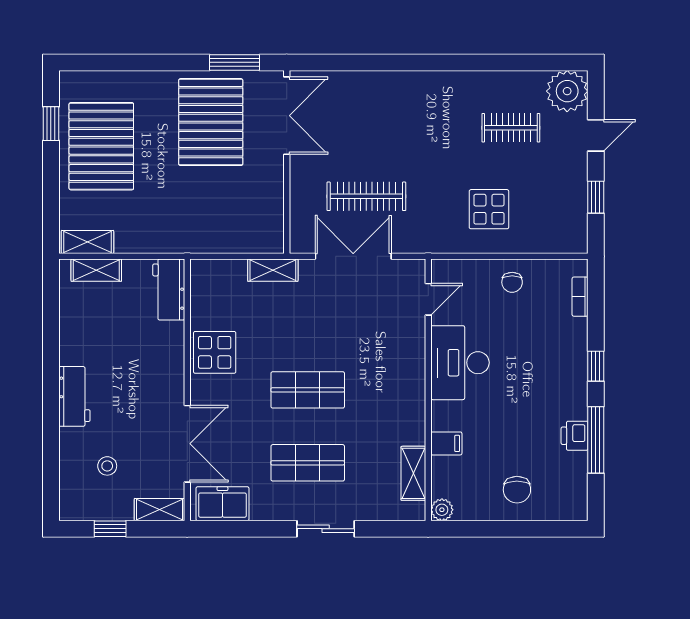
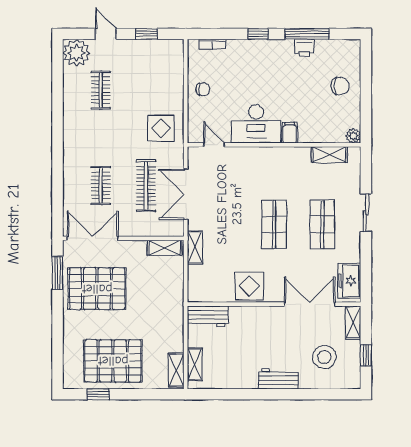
clothes rail: (366, 128) -> (101, 186), added
display table: (489, 209) -> (161, 128), moved
shelving: (272, 225) -> (165, 248), added
filing cabinet: (446, 443) -> (290, 133), moved
stool: (107, 466) -> (324, 357), width x1.89, depth x1.89

